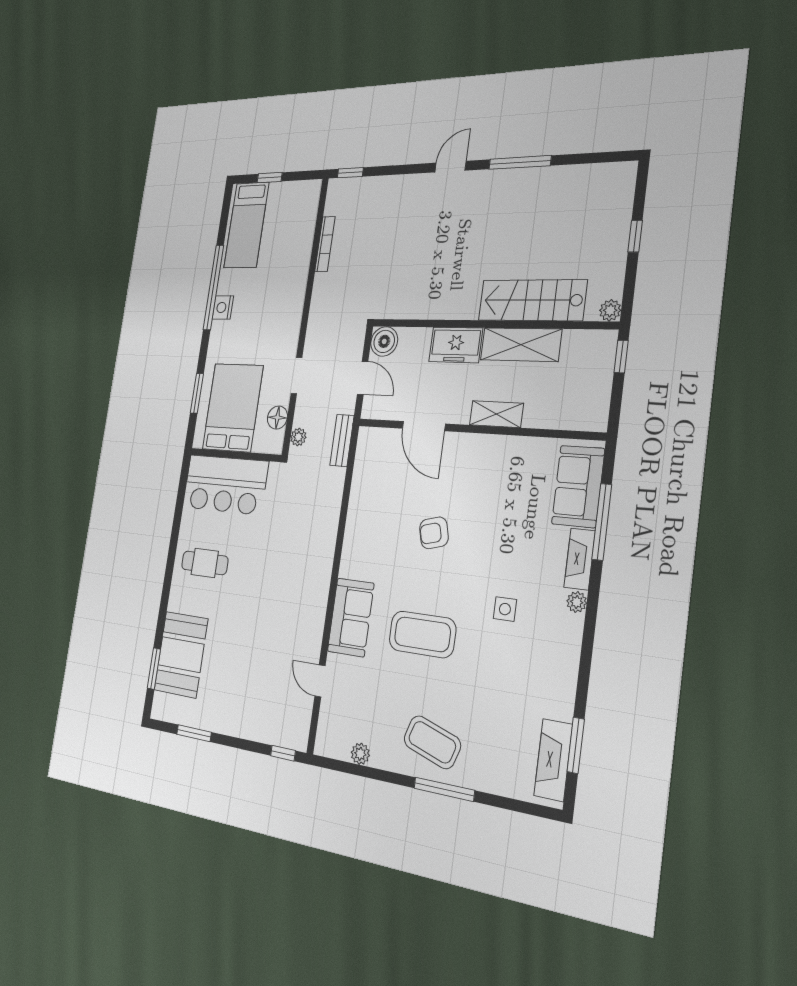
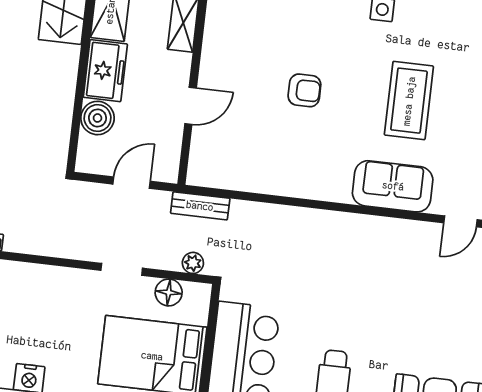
boiler: (384, 341) -> (97, 118), moved
door: (424, 426) -> (191, 106), width x0.73
armchair: (434, 533) -> (304, 90), turned -75

